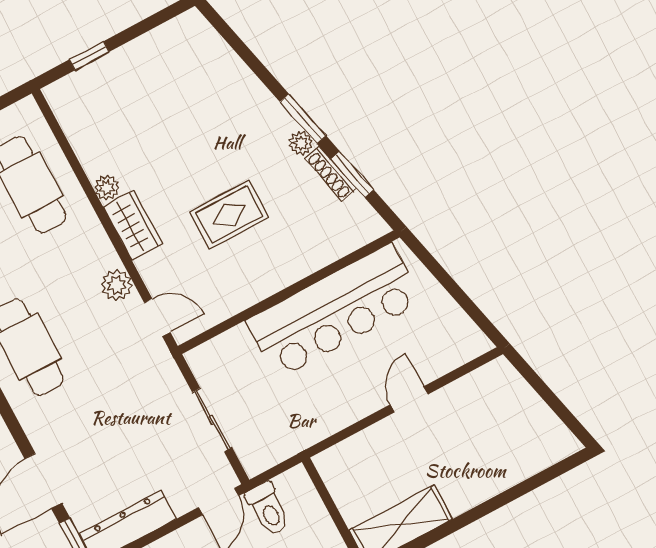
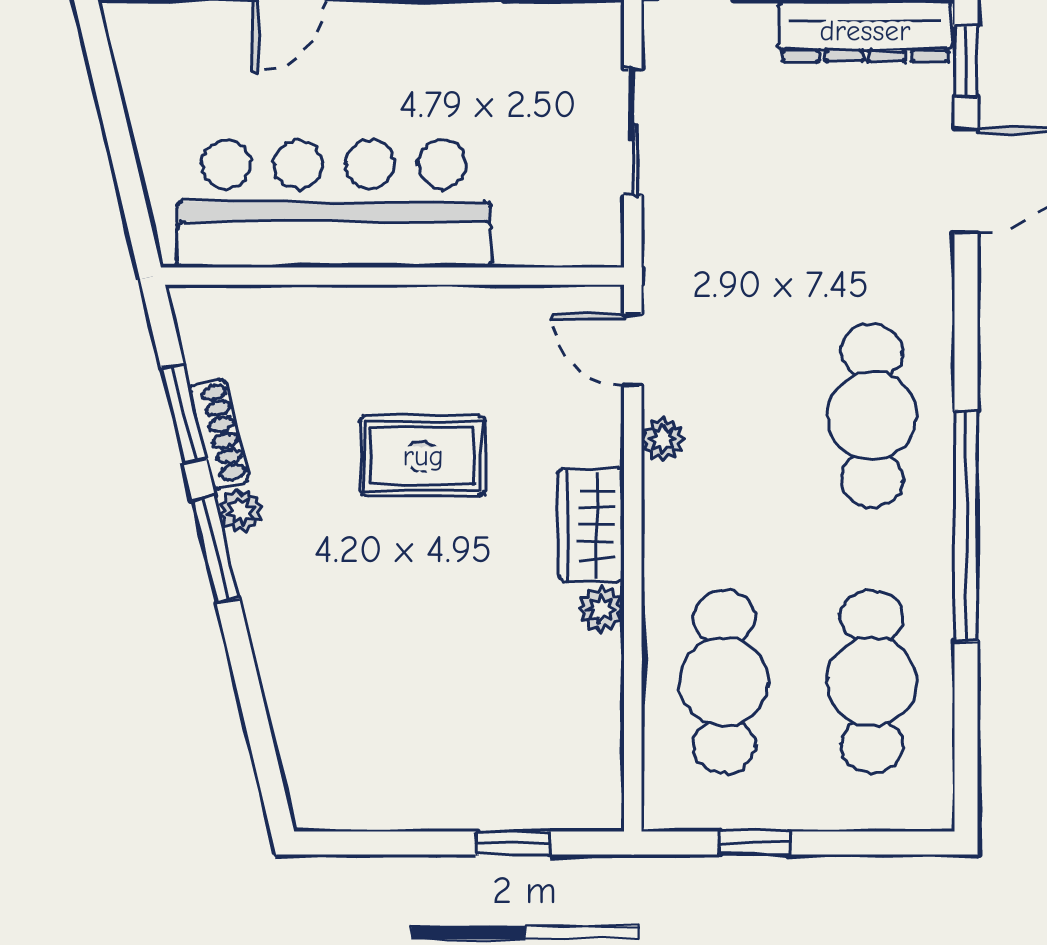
plant: (117, 285) -> (663, 439), width x0.73, depth x0.73

